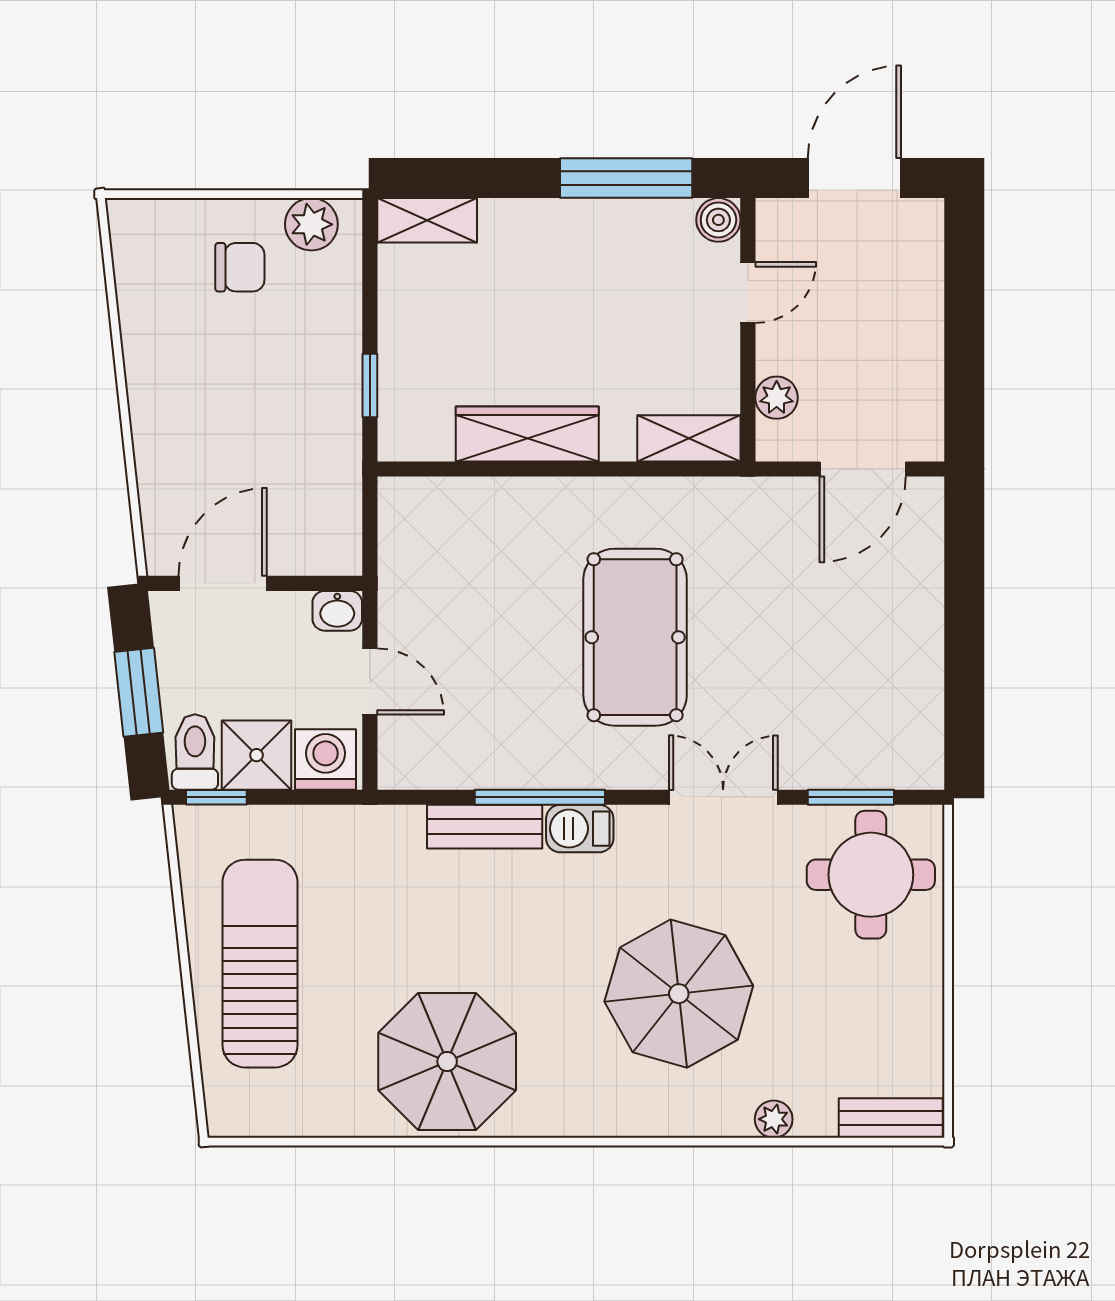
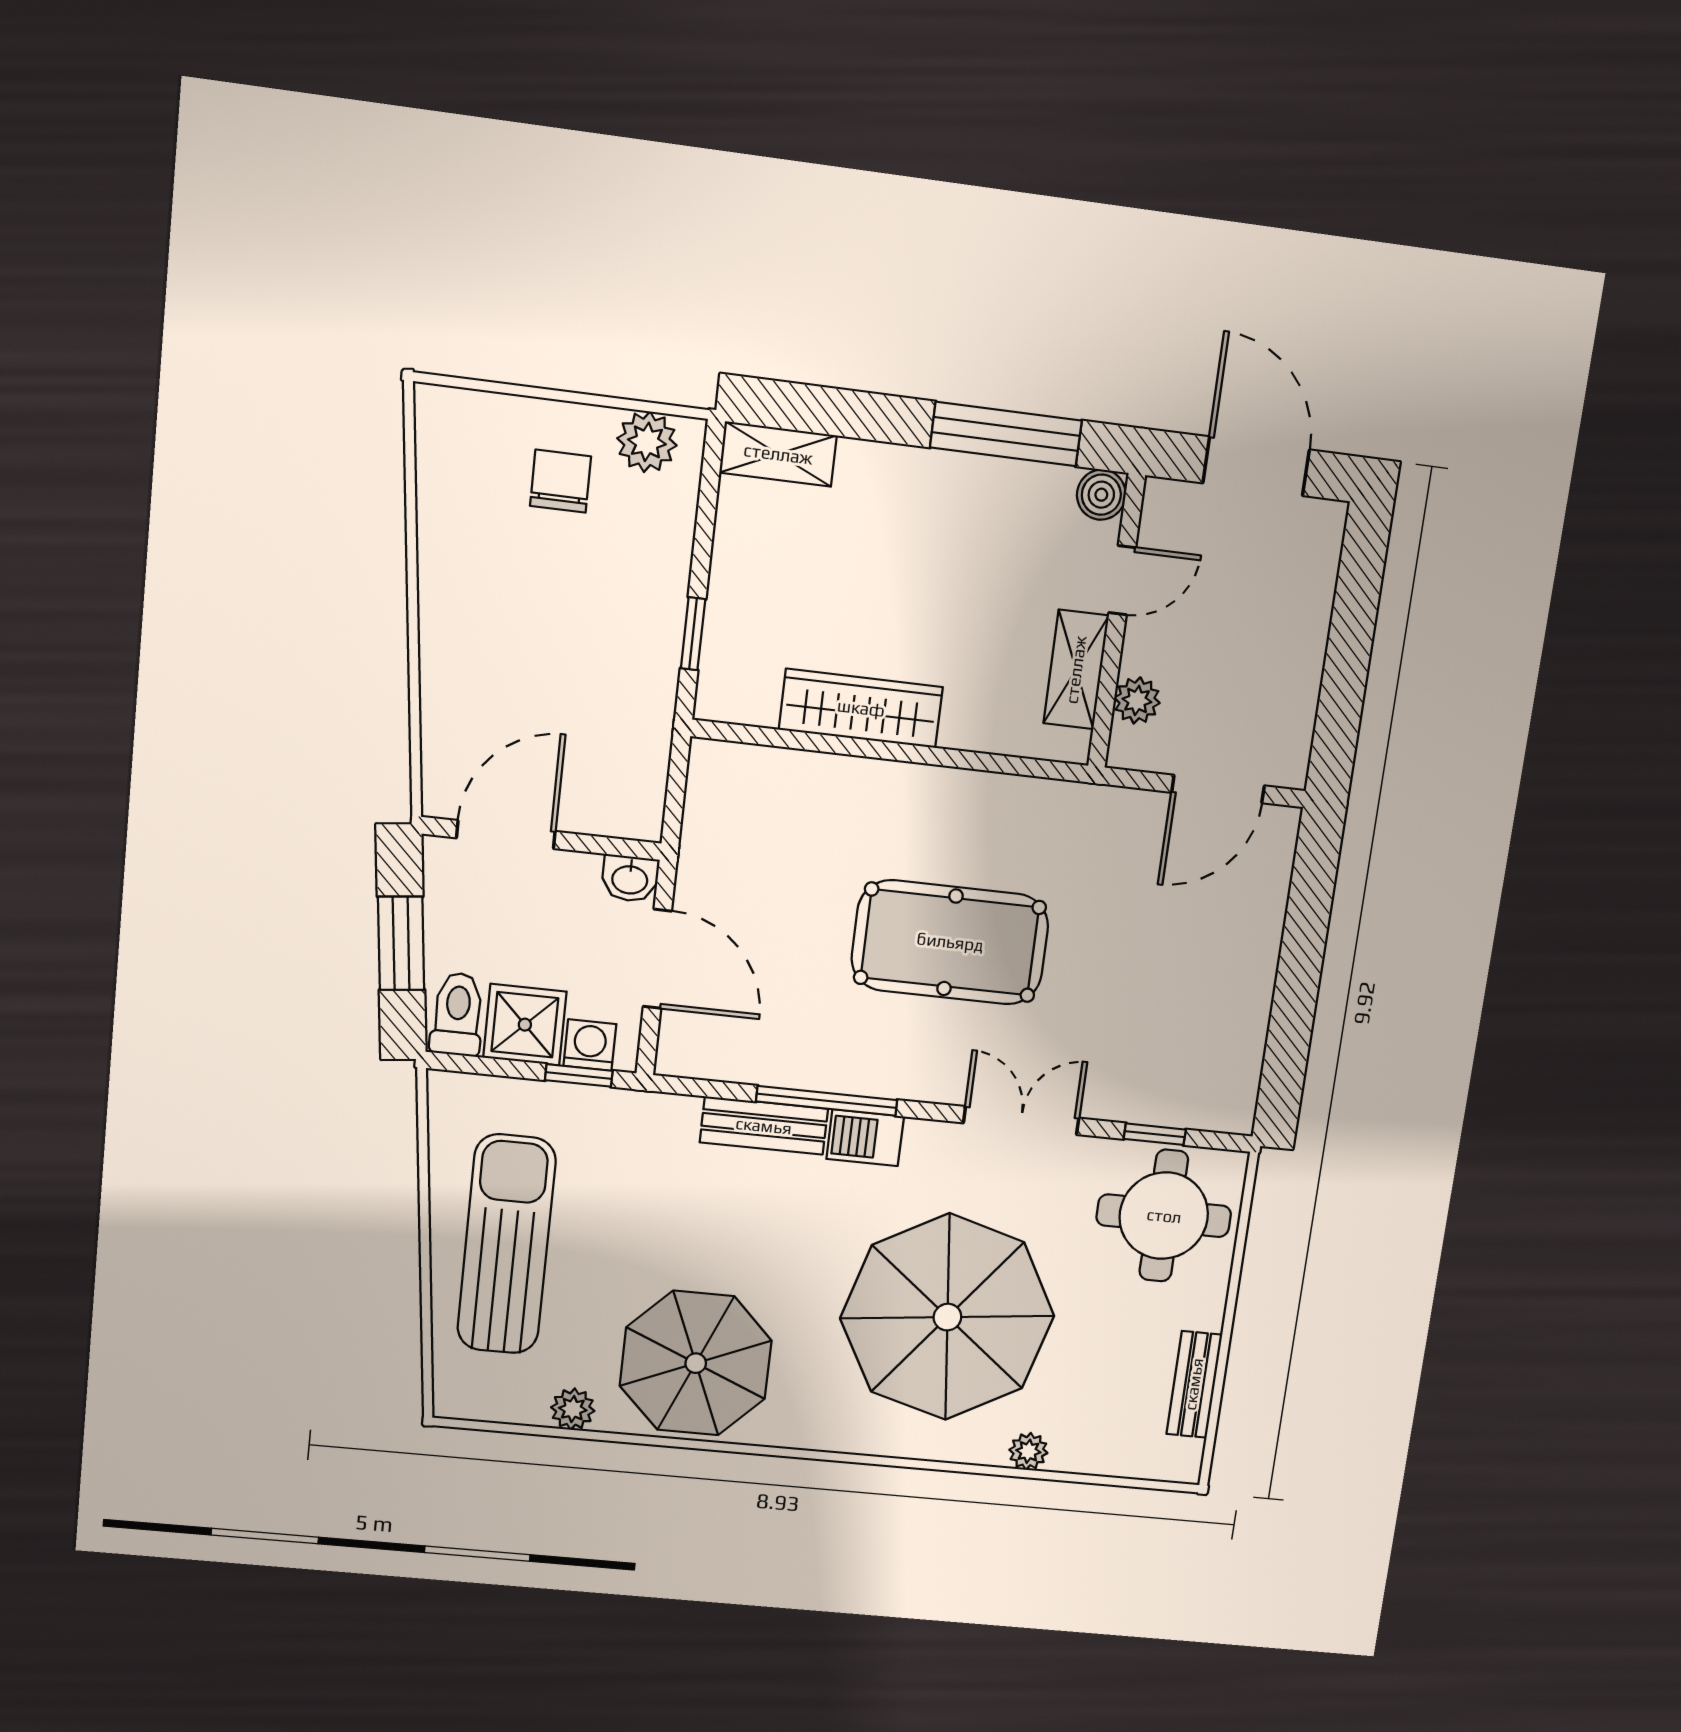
door: (854, 178) -> (1256, 466), hinge flipped
chair: (240, 267) -> (561, 481), turned -90
shelving: (689, 438) -> (1076, 670), moved, turned 90
pool table: (635, 637) -> (950, 942), turned 90
door: (370, 681) -> (657, 959), width x1.38
washing machine: (326, 759) -> (590, 1045), width x0.73, depth x0.73
window: (216, 797) -> (579, 1075), moved
window: (851, 797) -> (1155, 1134), width x0.67
parasol: (679, 994) -> (947, 1317), width x1.36, depth x1.36
plant: (337, 1117) -> (573, 1409), added
bench: (891, 1118) -> (1194, 1384), moved, turned 90

